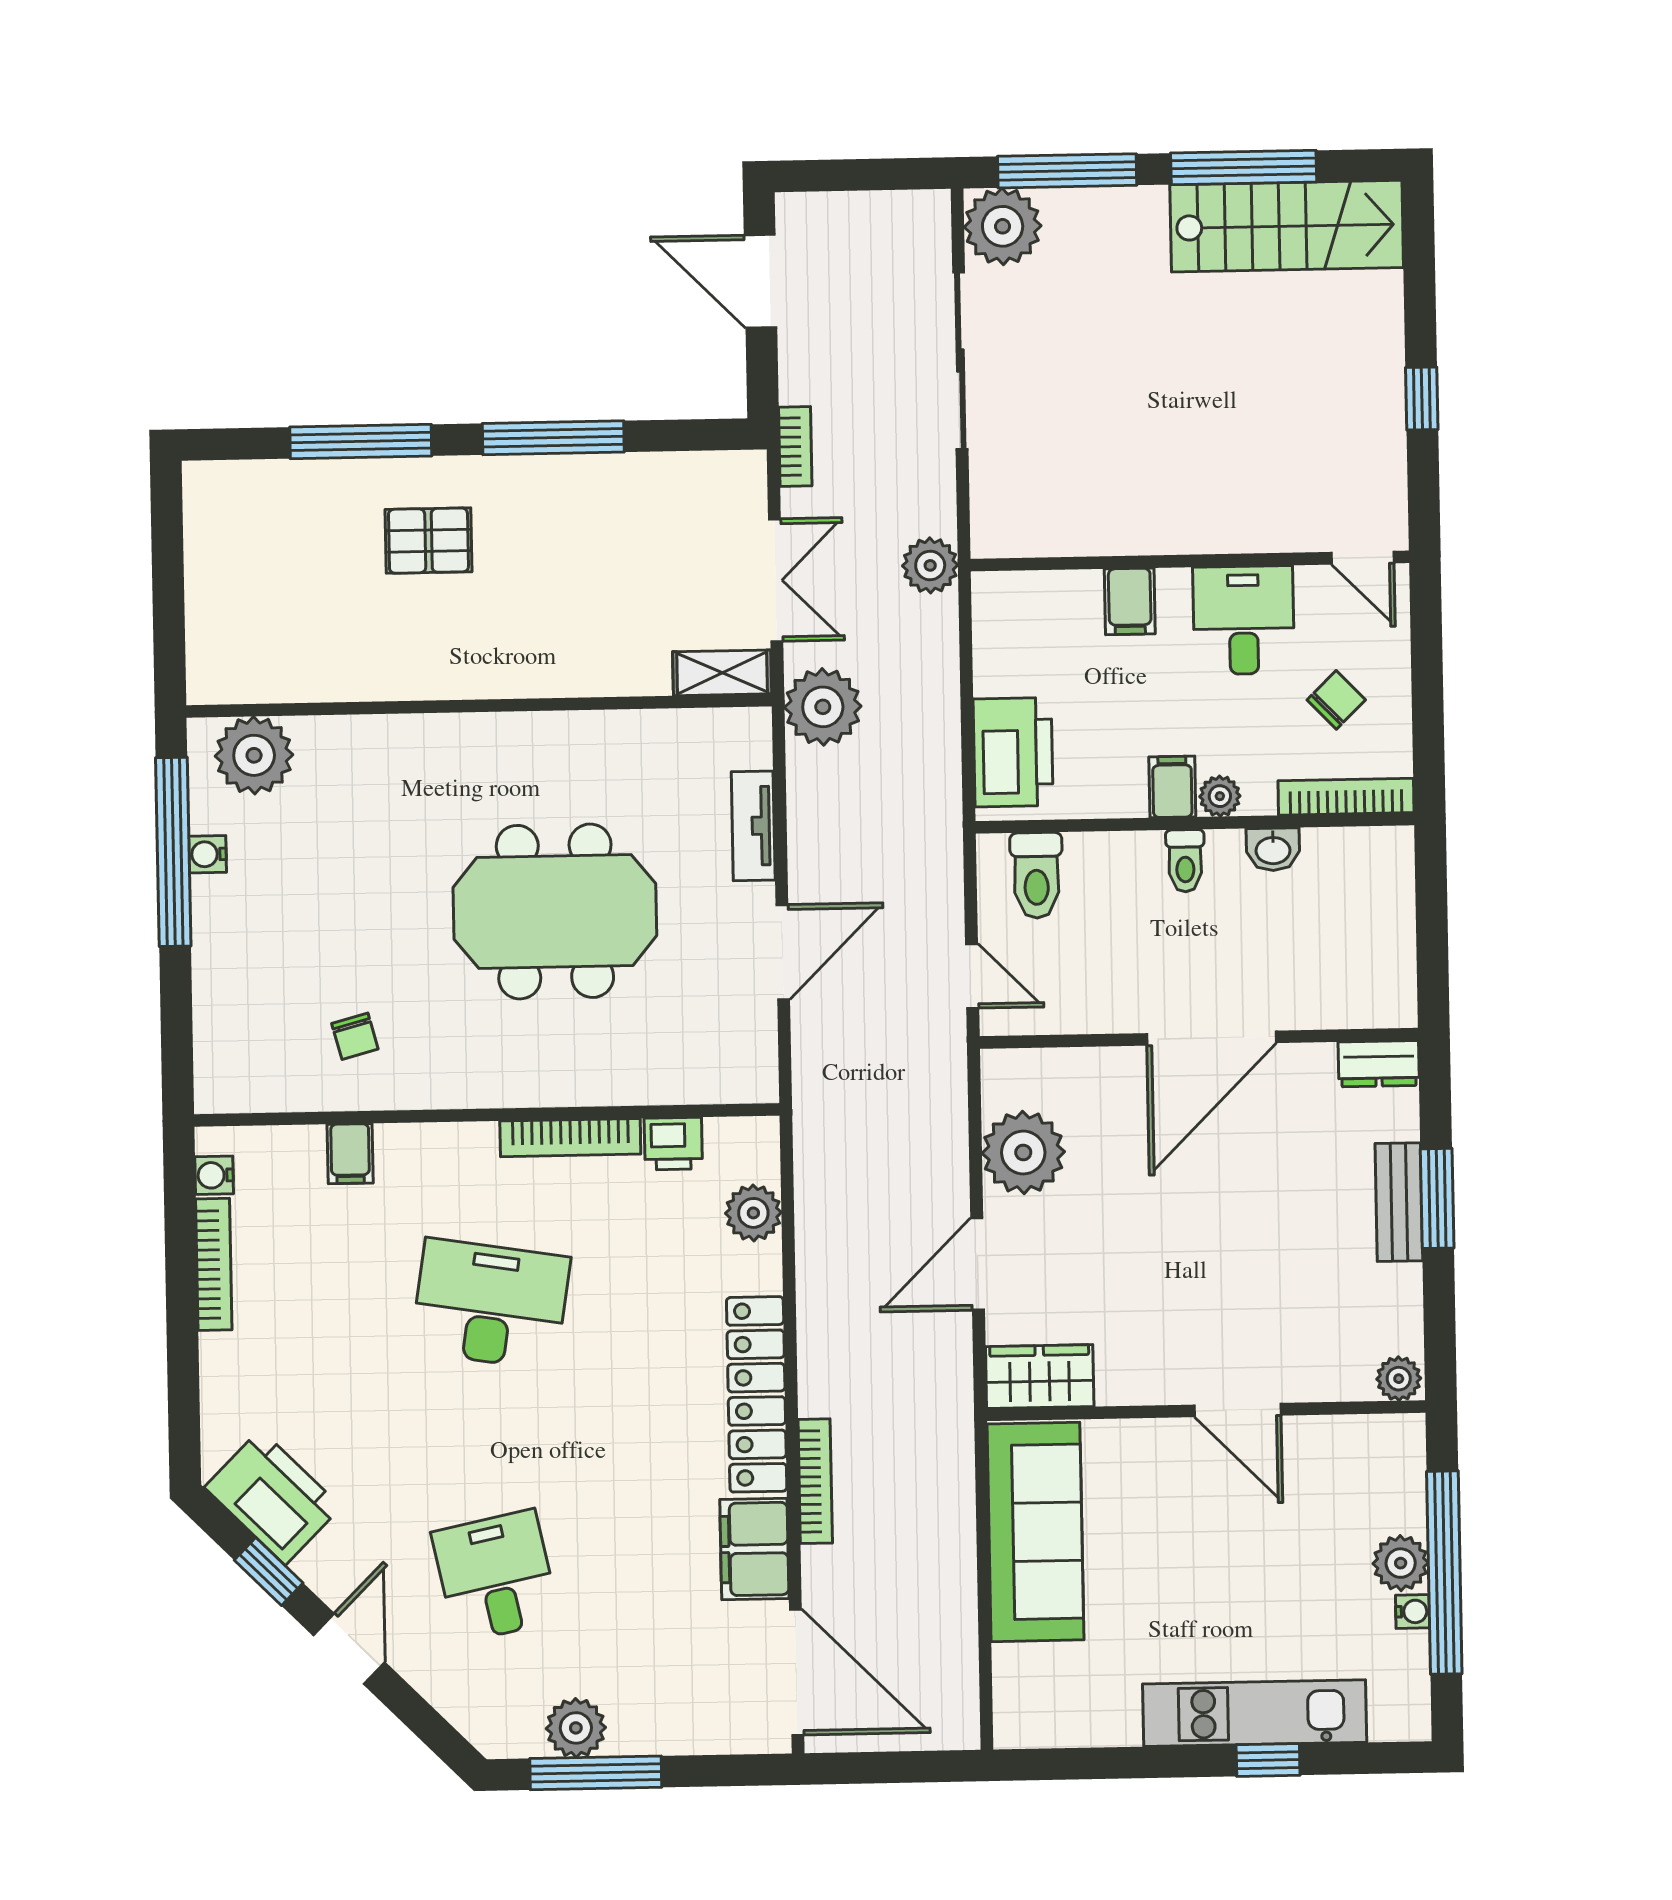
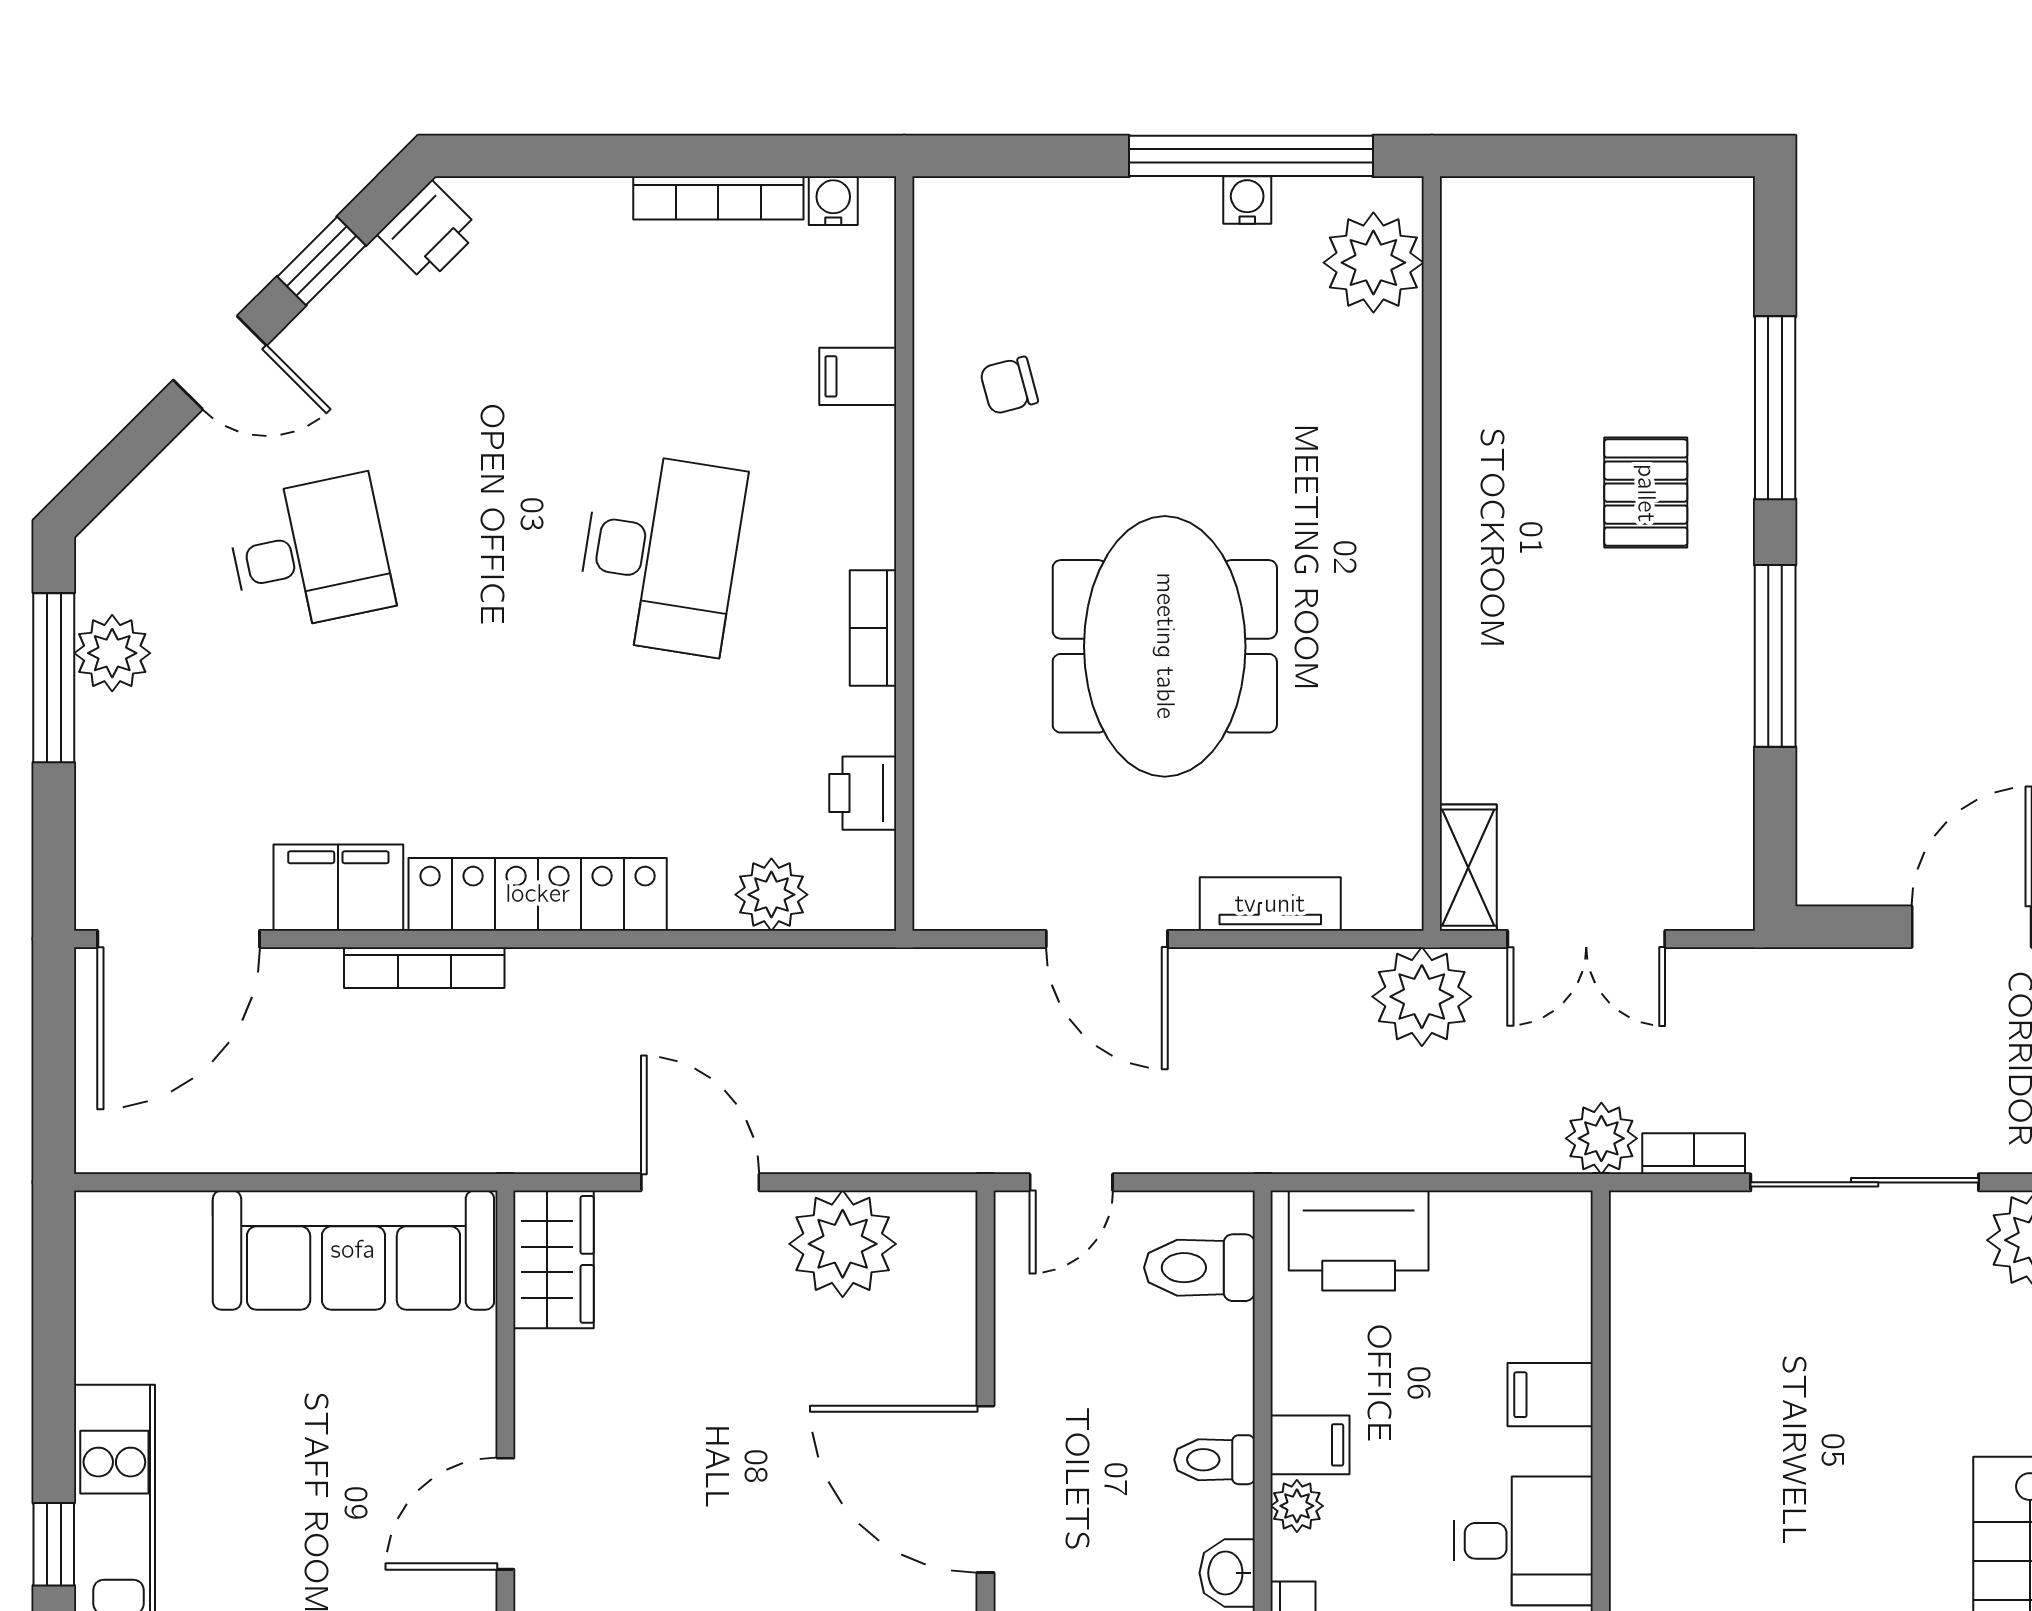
bookcase: (795, 446) -> (1694, 1154), moved, turned 180
bookcase: (570, 1138) -> (873, 628), width x0.64
printer: (273, 1497) -> (429, 232), width x0.53, depth x0.68

